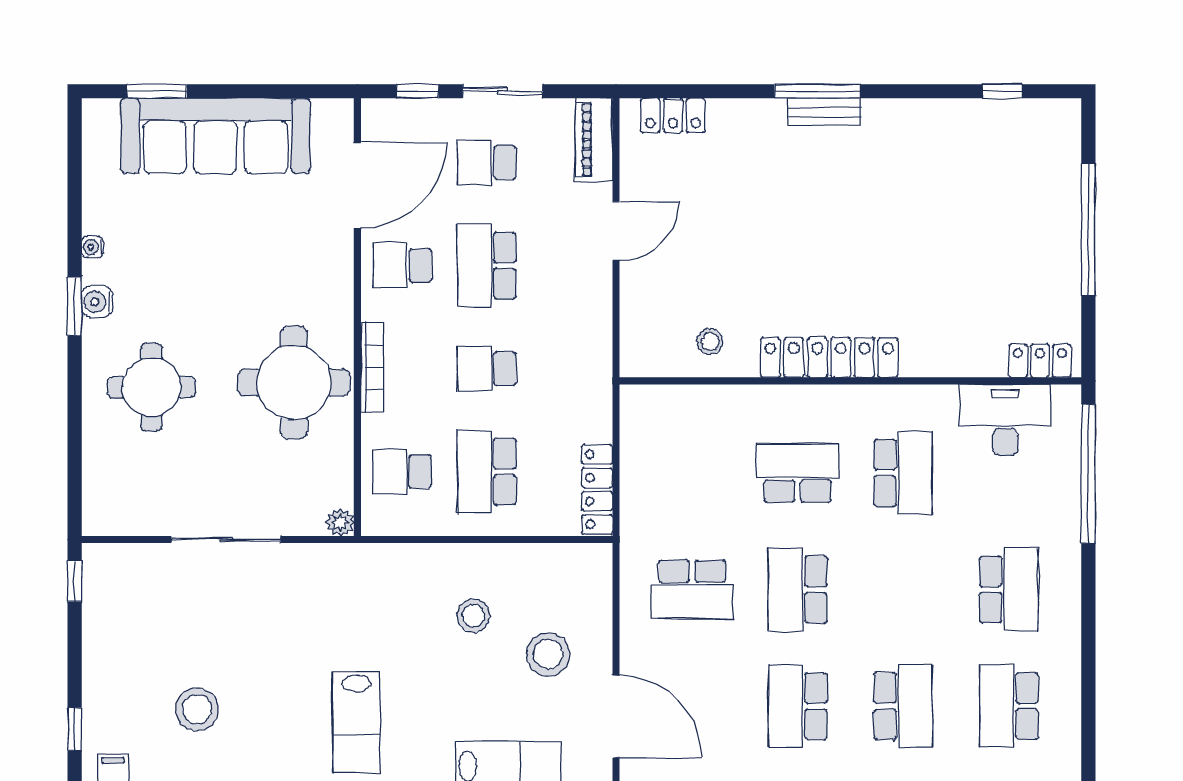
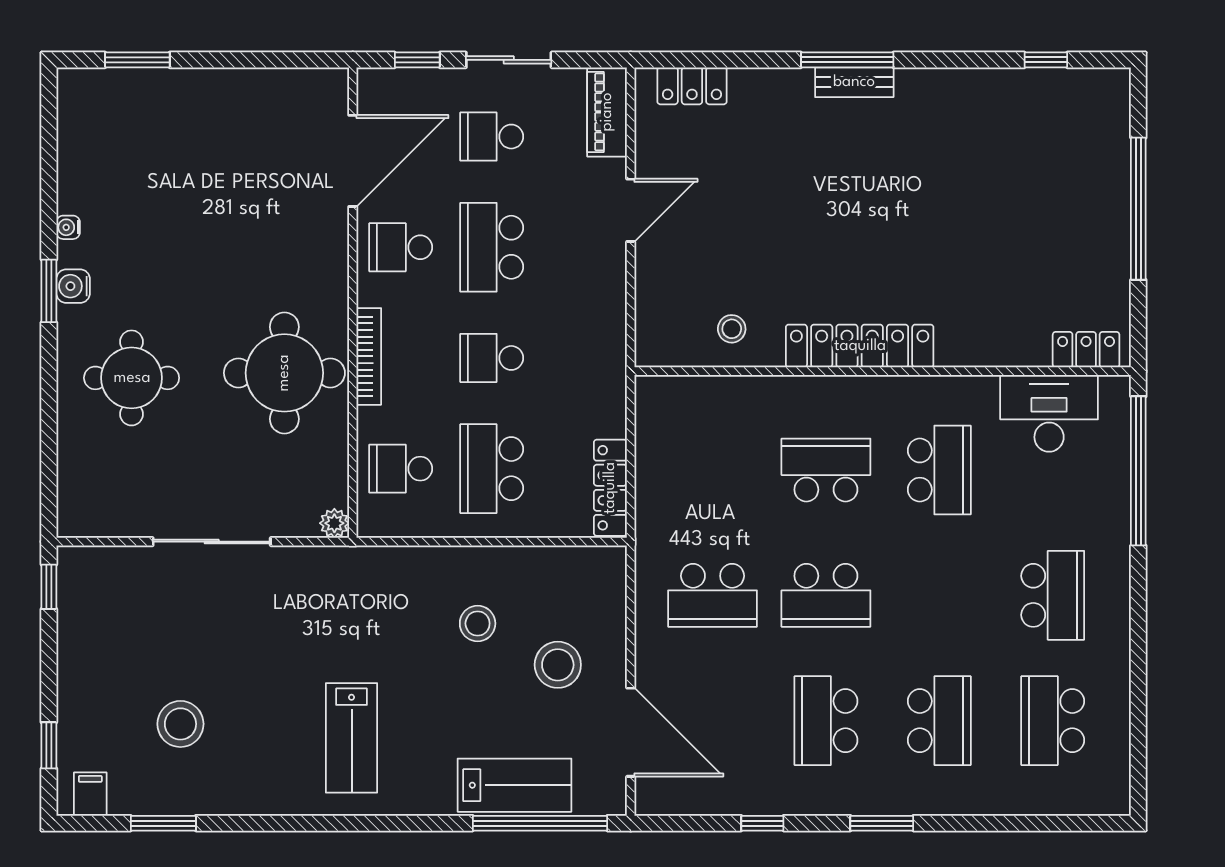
sofa: (215, 136) -> (200, 108), removed
school desk: (798, 589) -> (826, 595), turned -90

